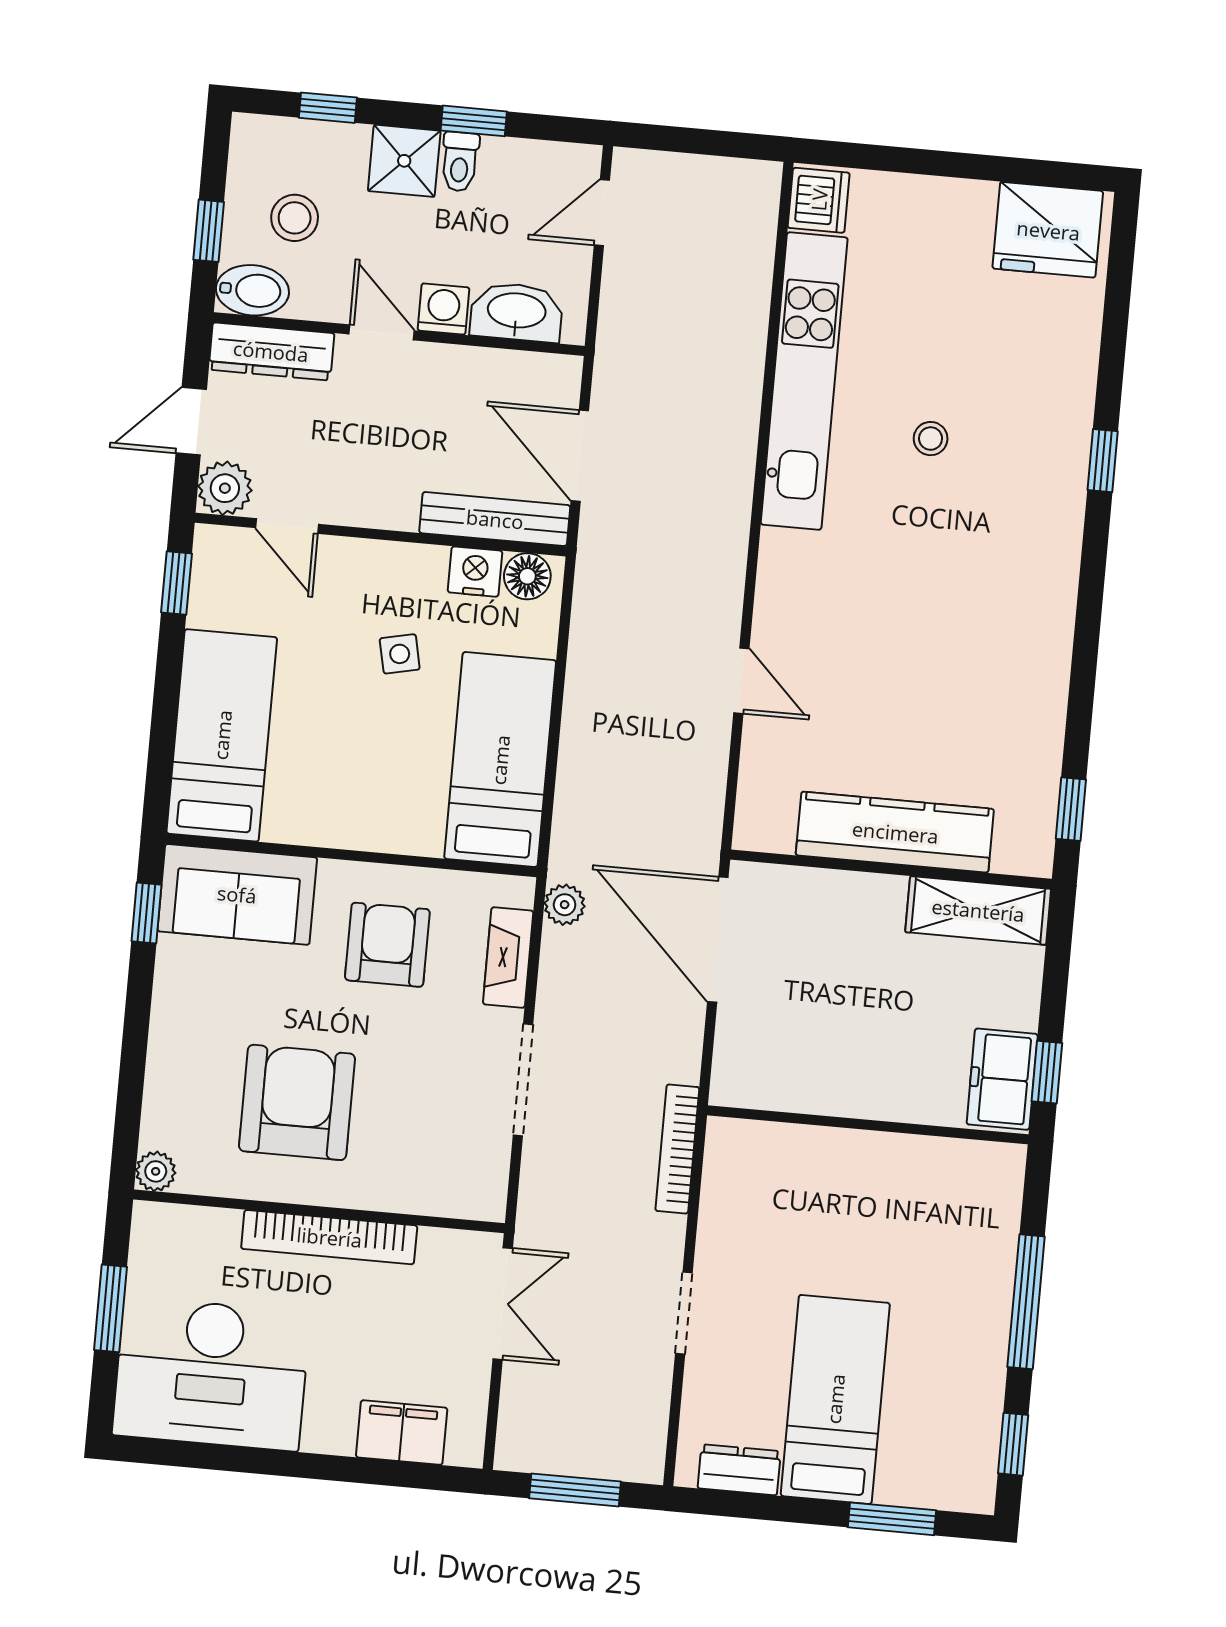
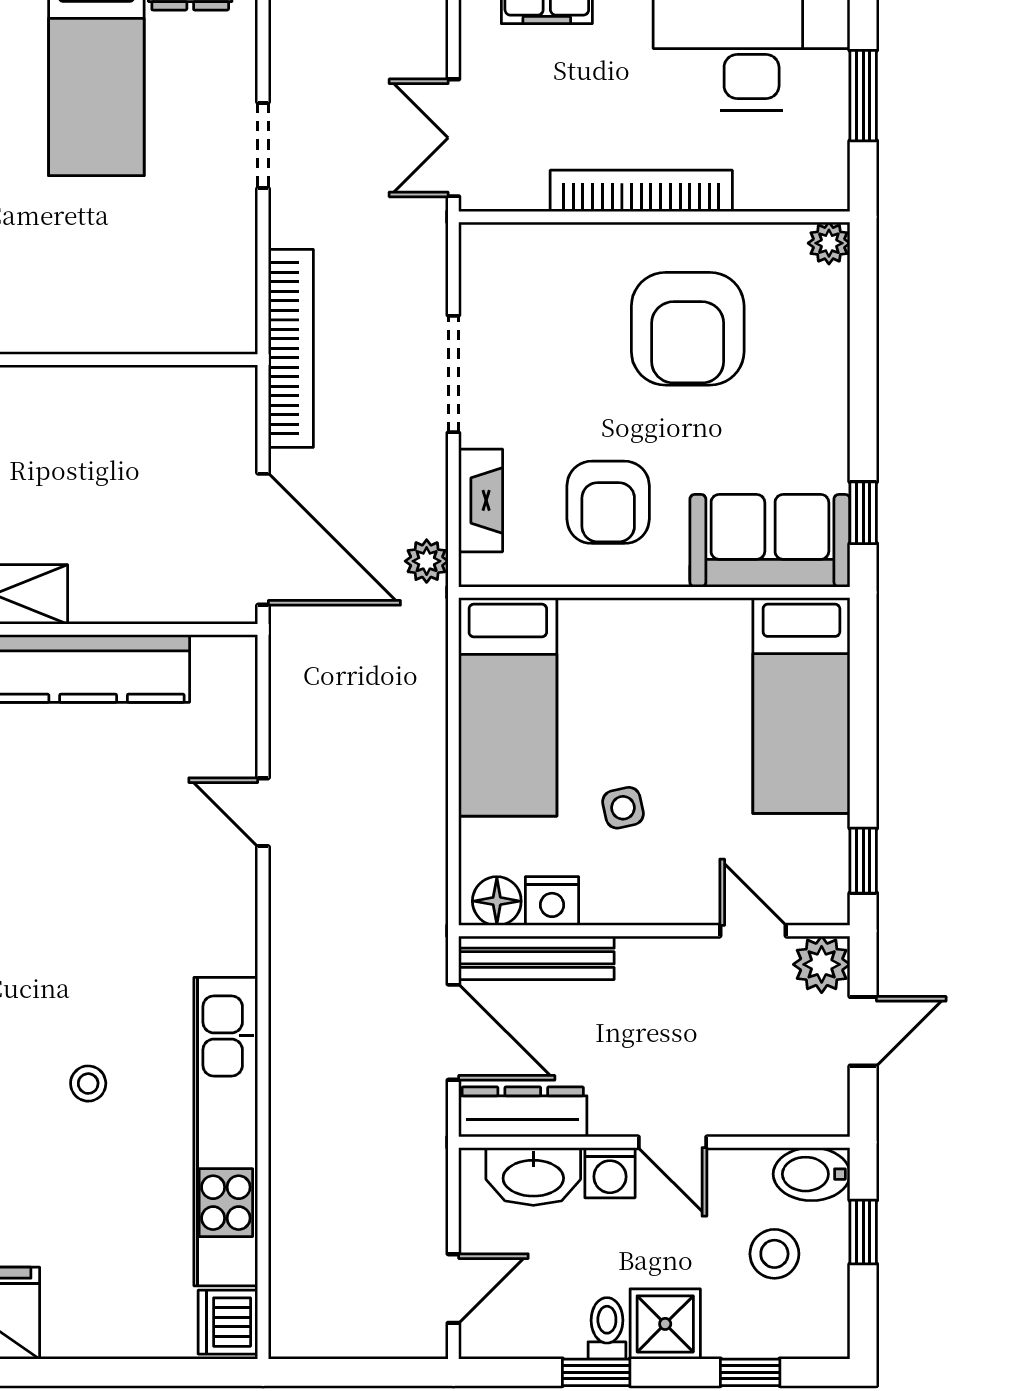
dresser: (271, 351) -> (523, 1112), moved
bookcase: (677, 1149) -> (291, 348), width x1.48, depth x1.31

